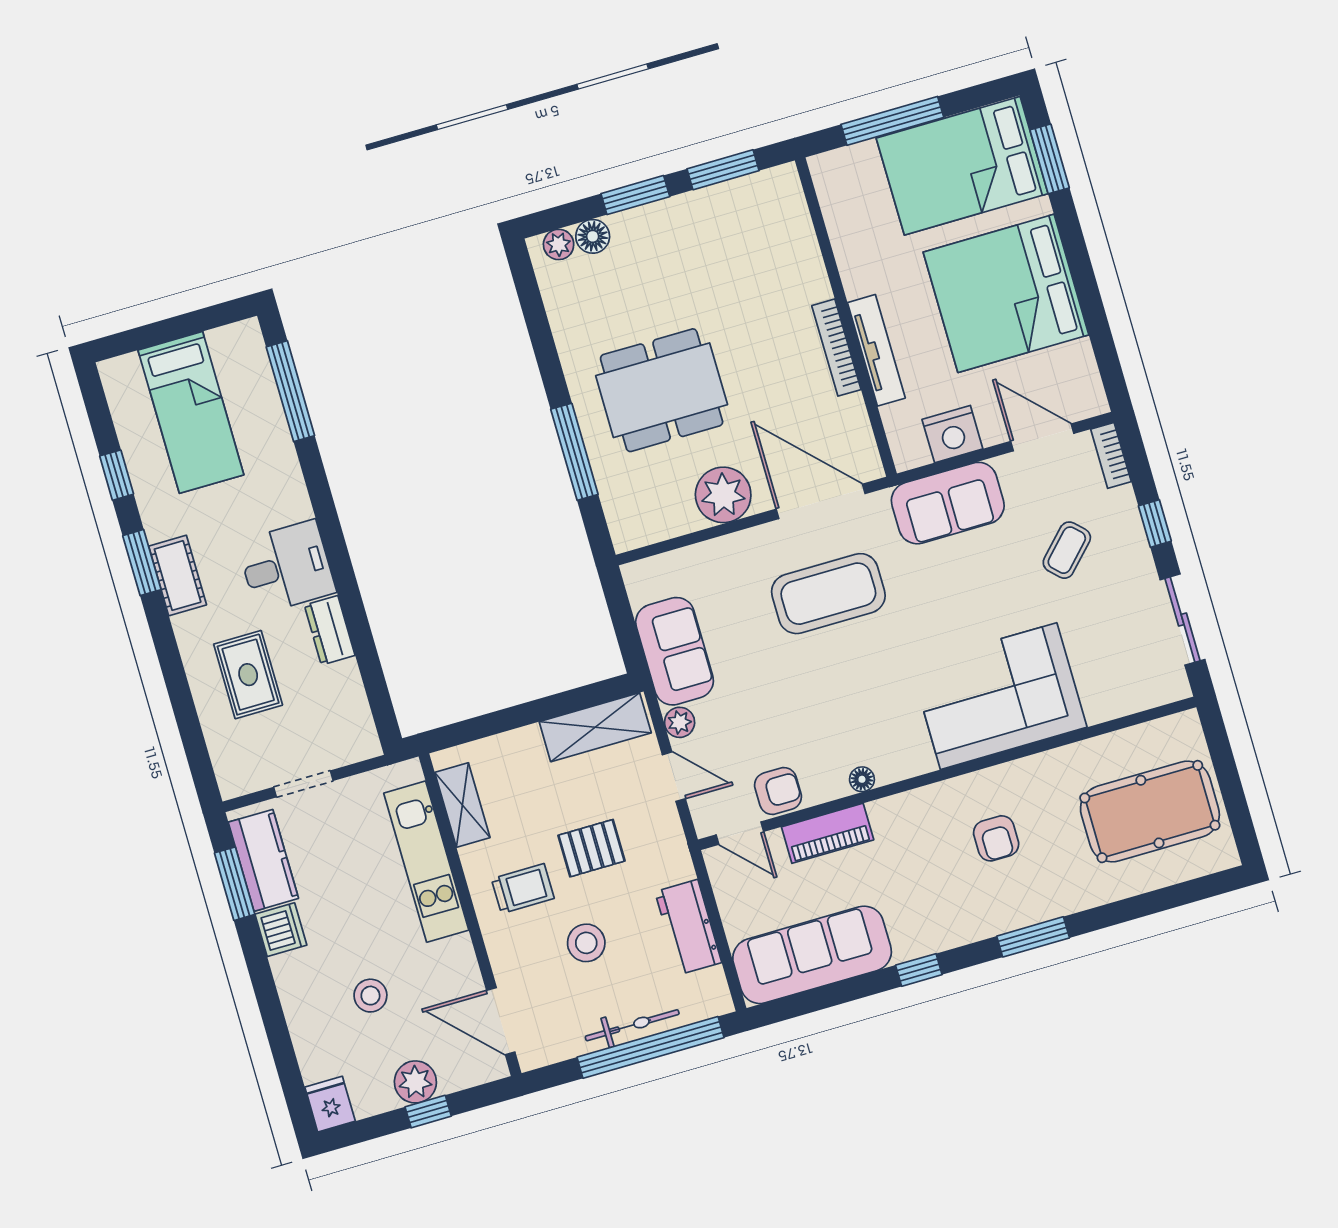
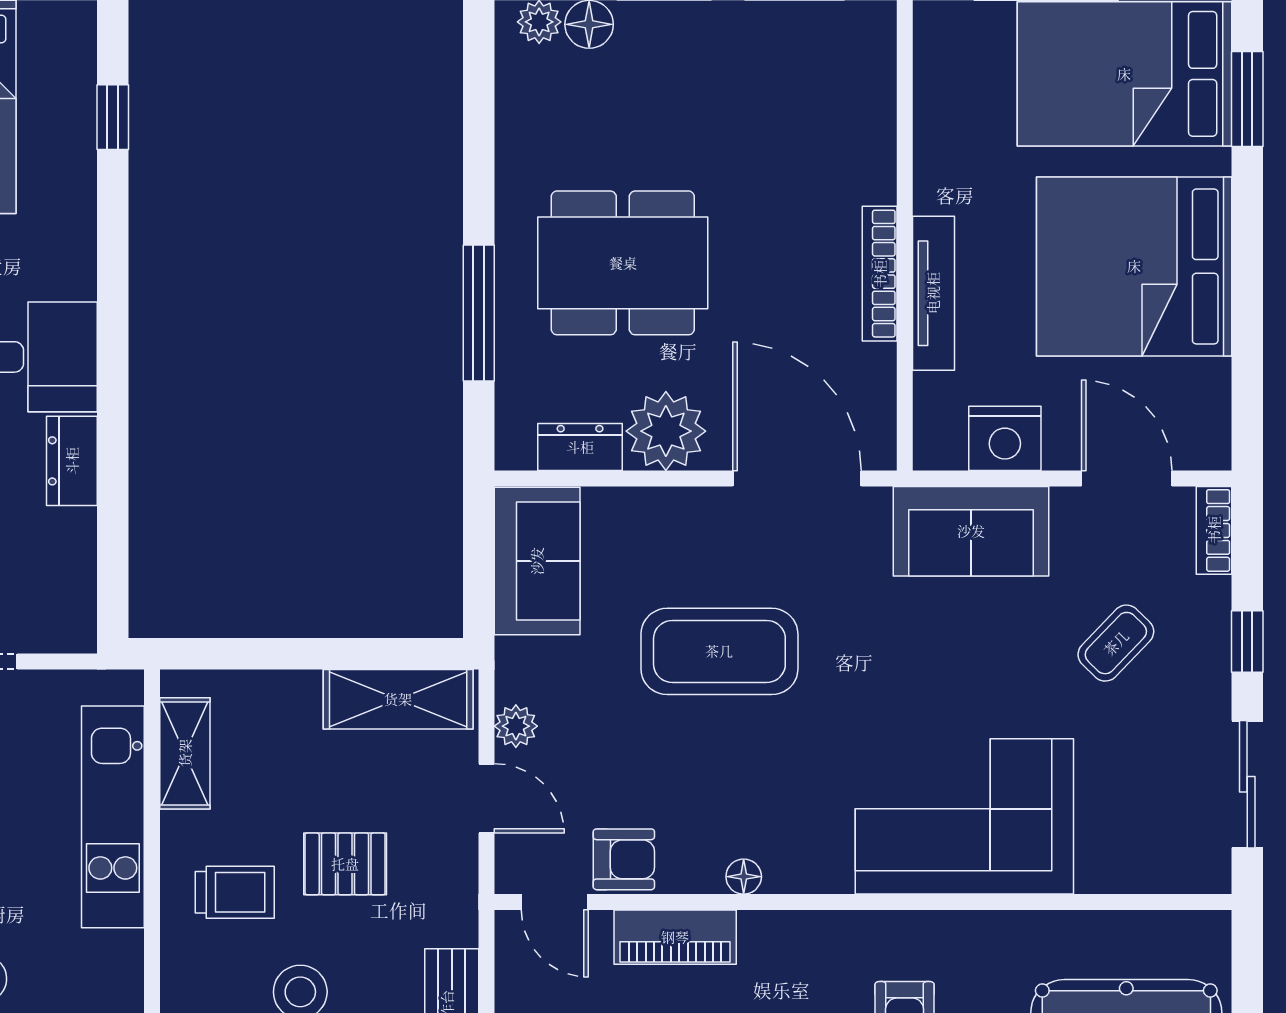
window: (290, 391) -> (113, 117), width x0.46
dresser: (669, 522) -> (580, 447), added
coffee table: (828, 594) -> (719, 651), moved
sofa: (675, 651) -> (537, 561), moved

